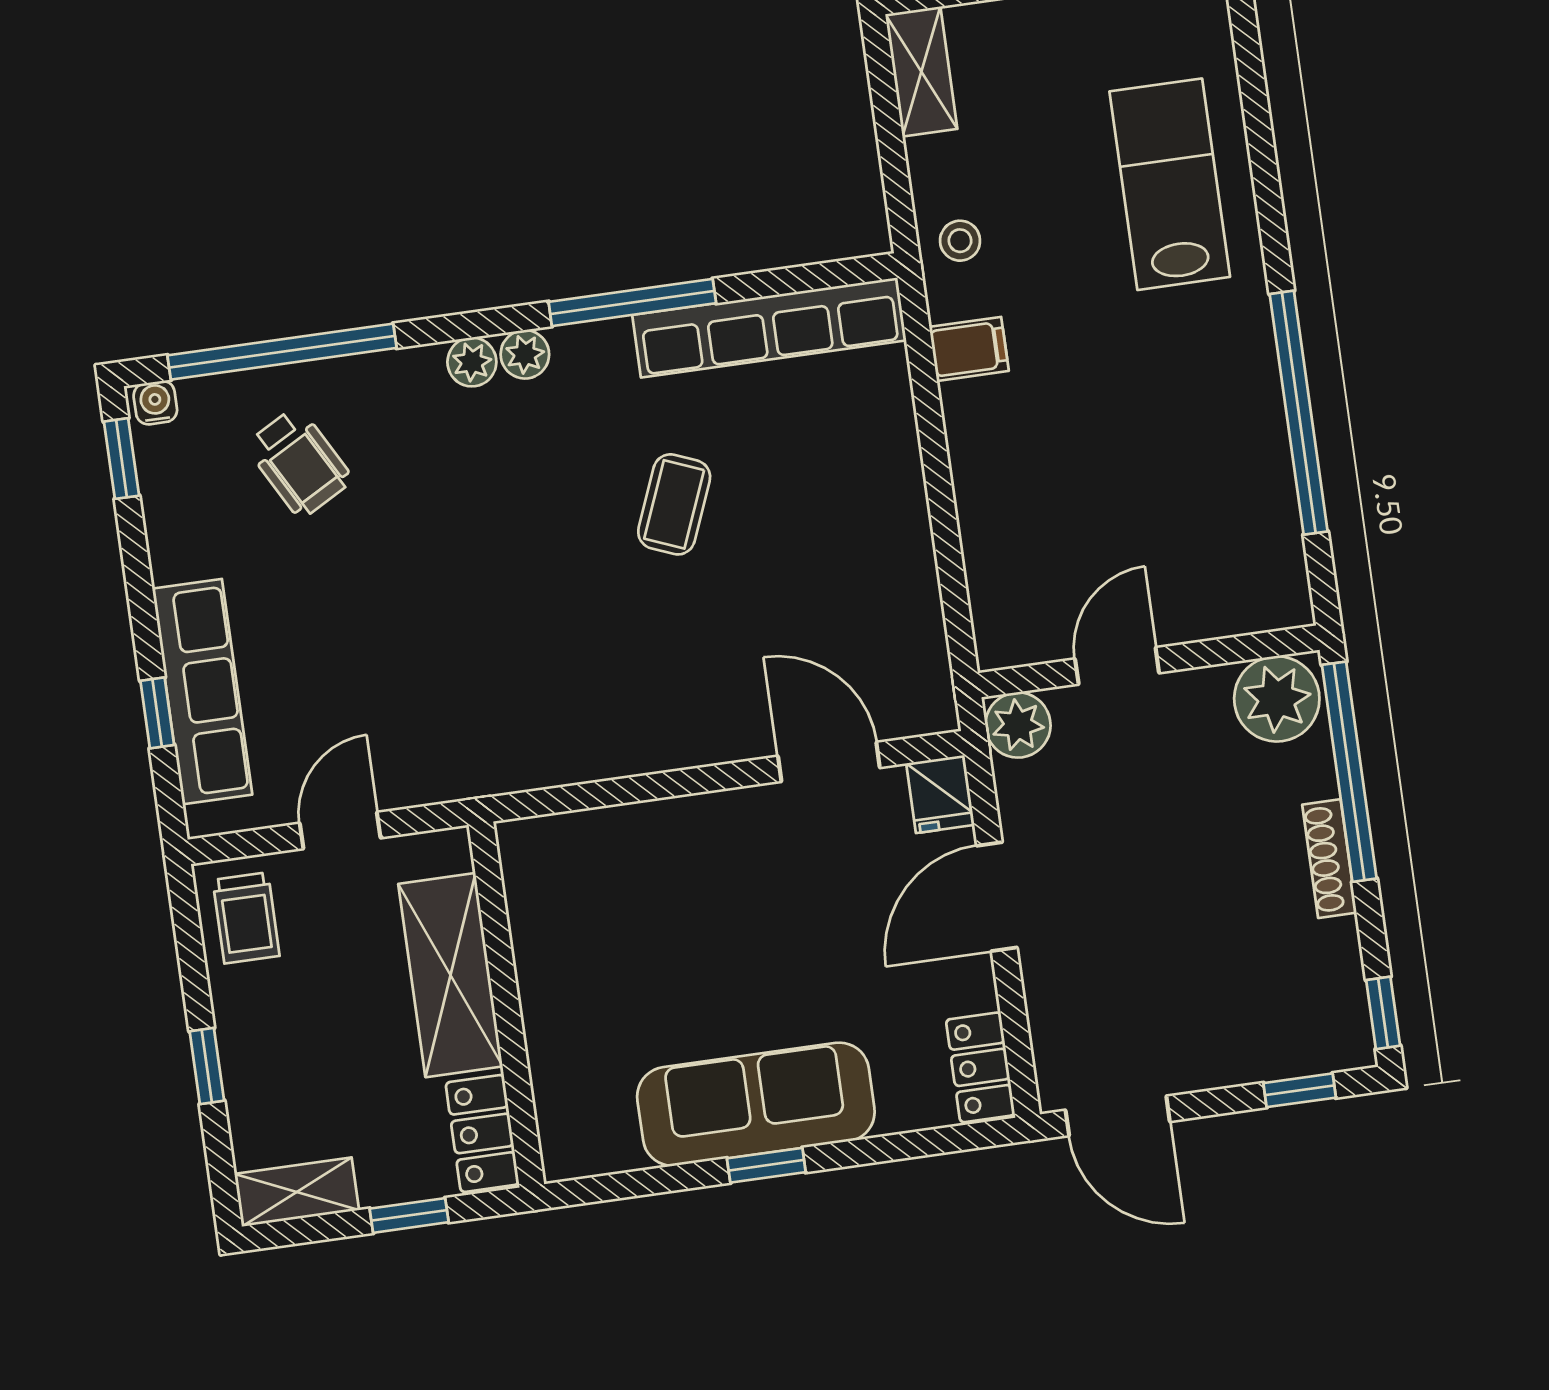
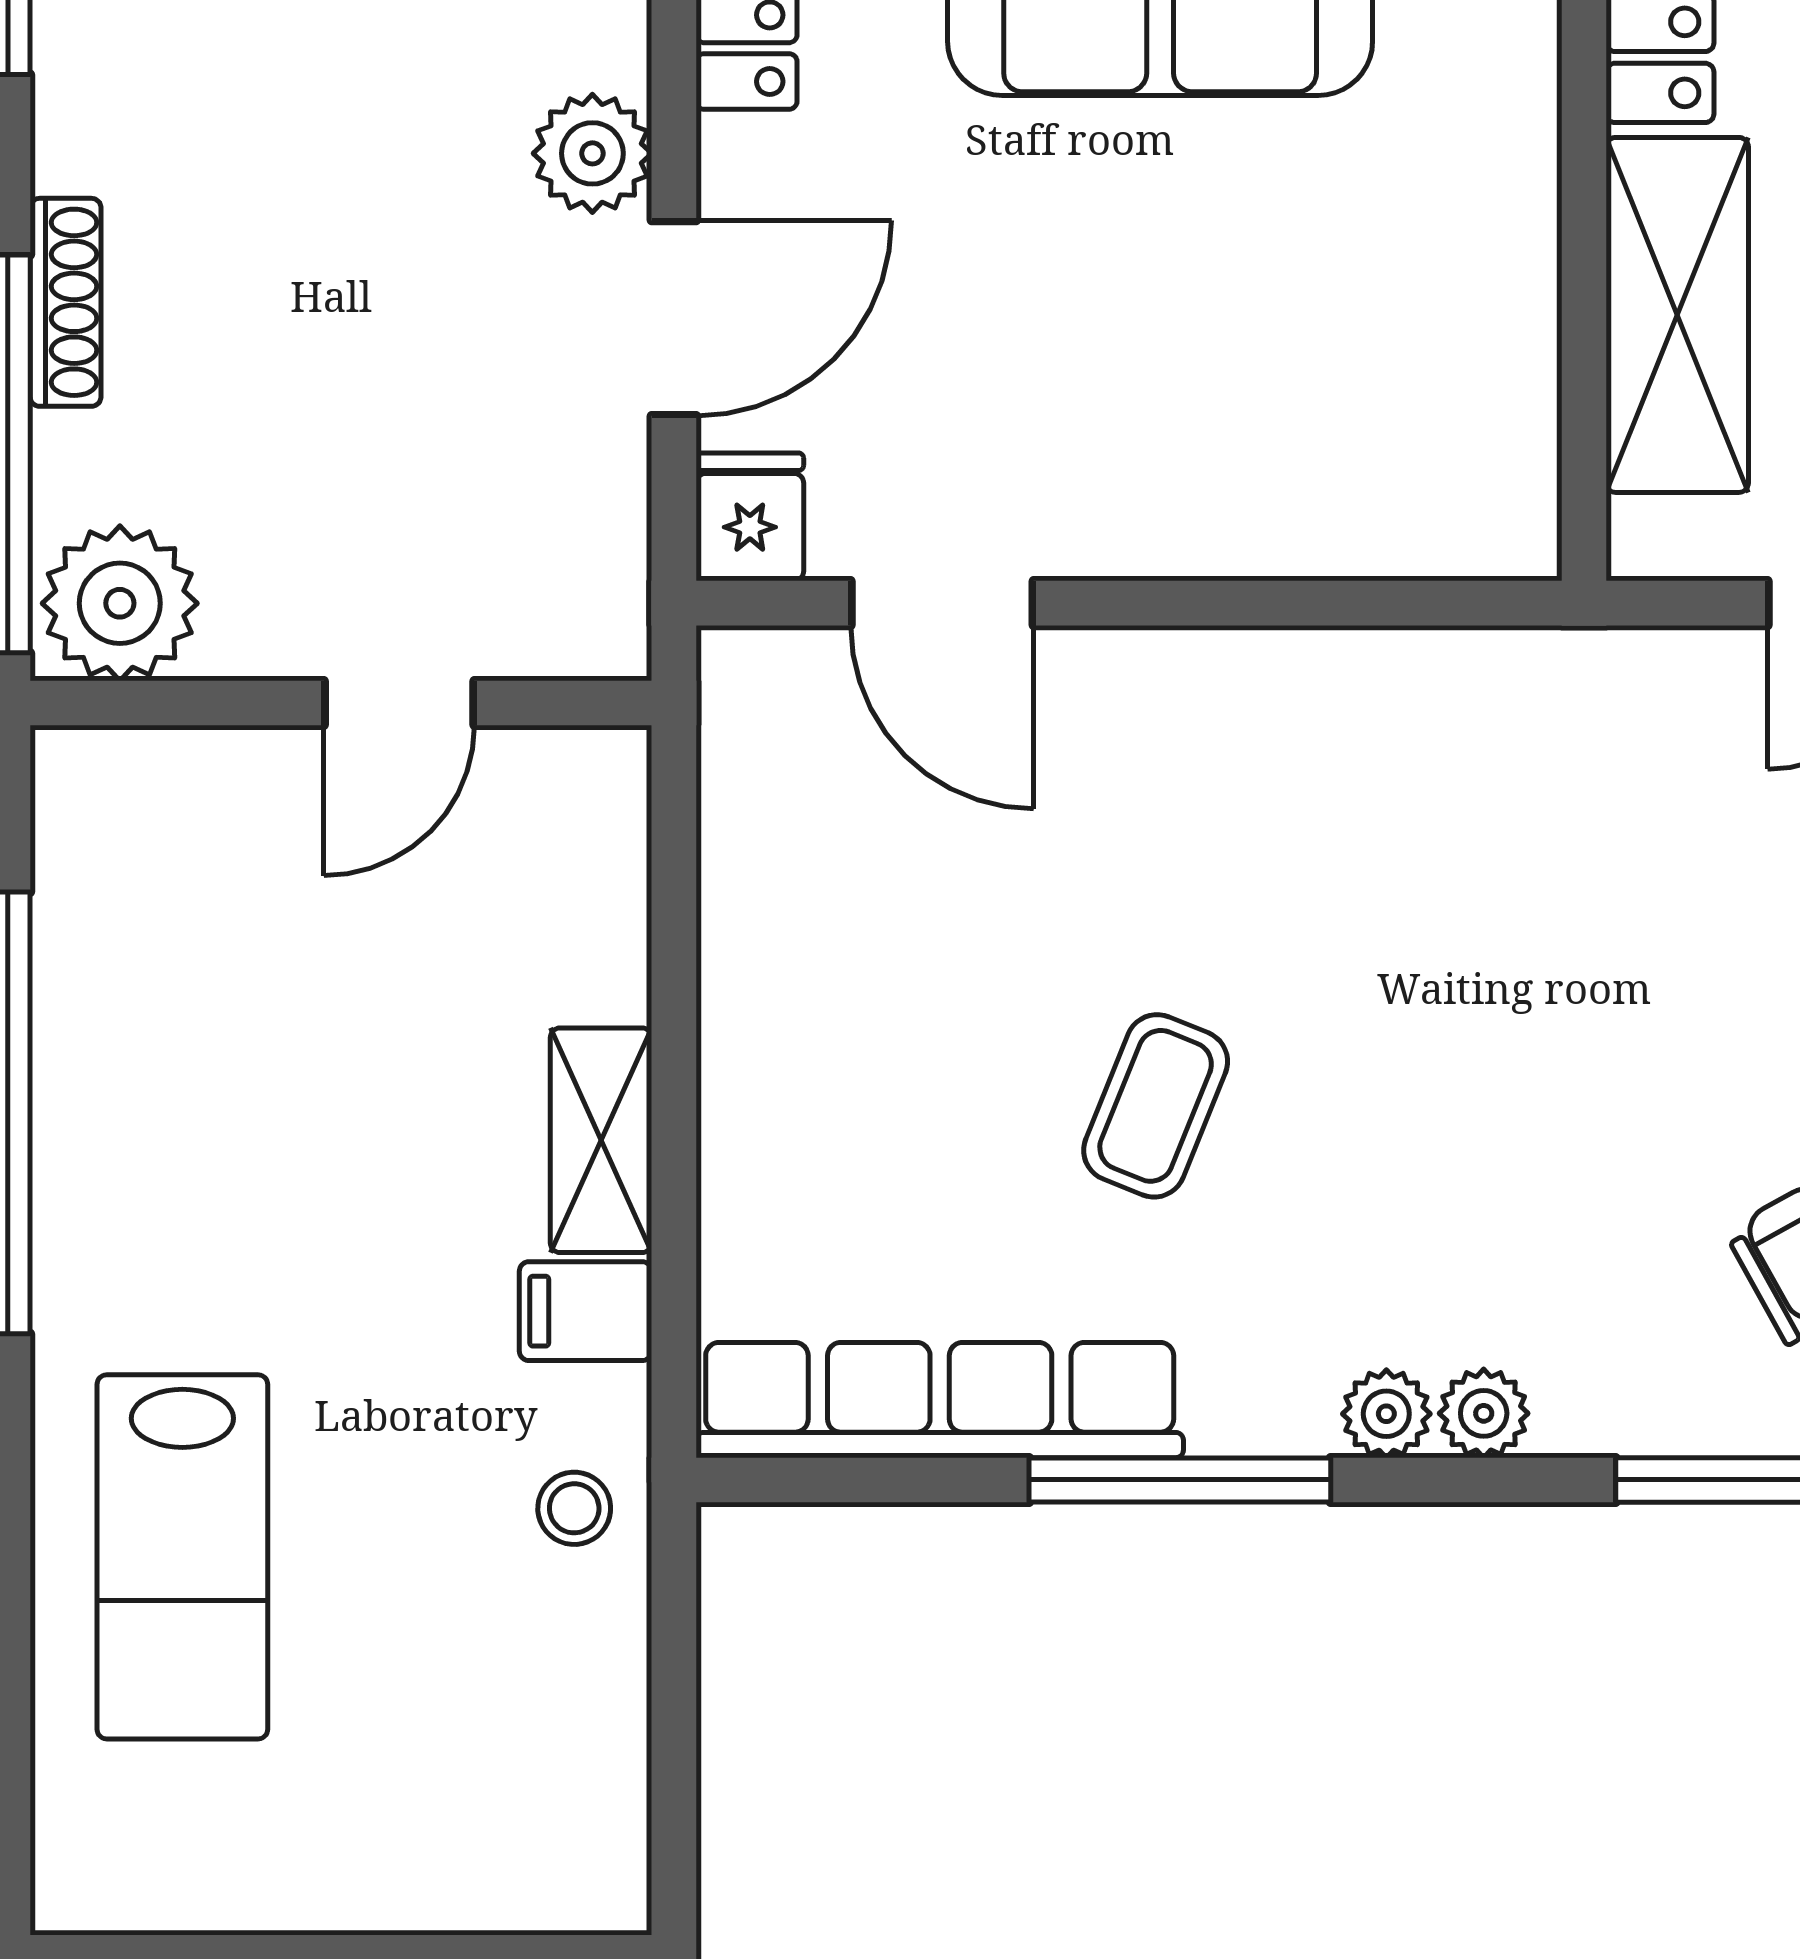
shelving: (921, 72) -> (601, 1140), moved
plant: (1018, 725) -> (592, 153), moved

